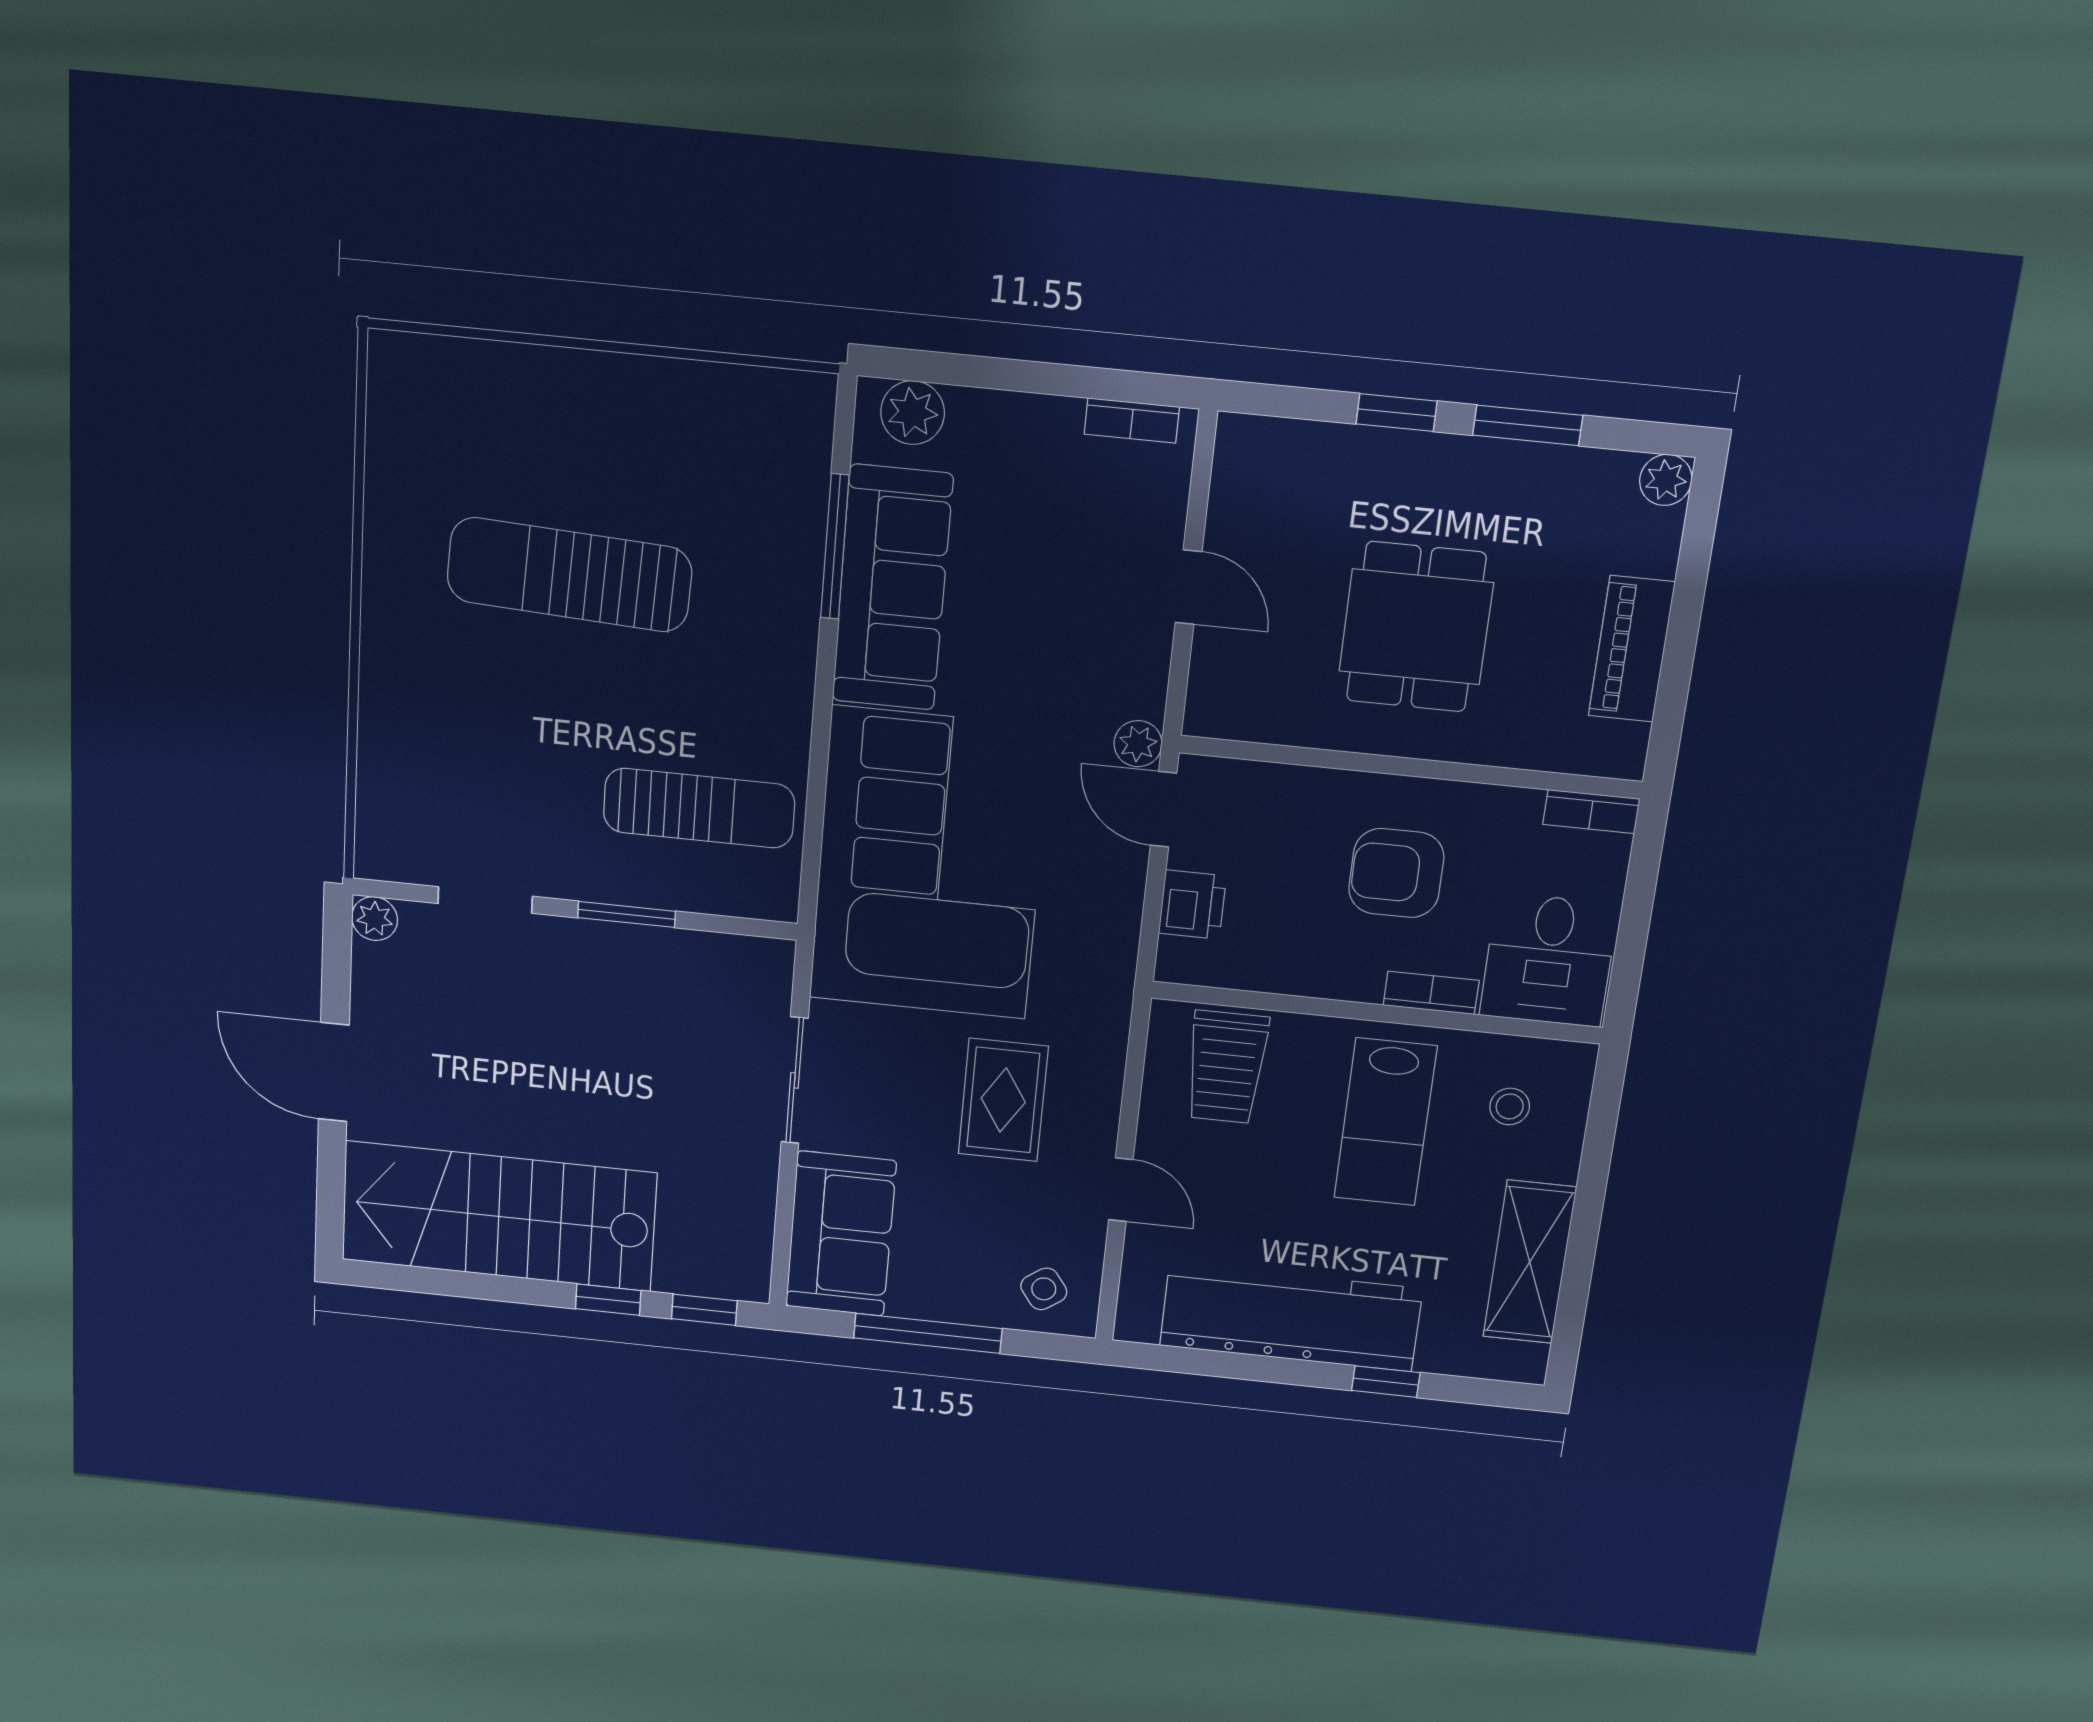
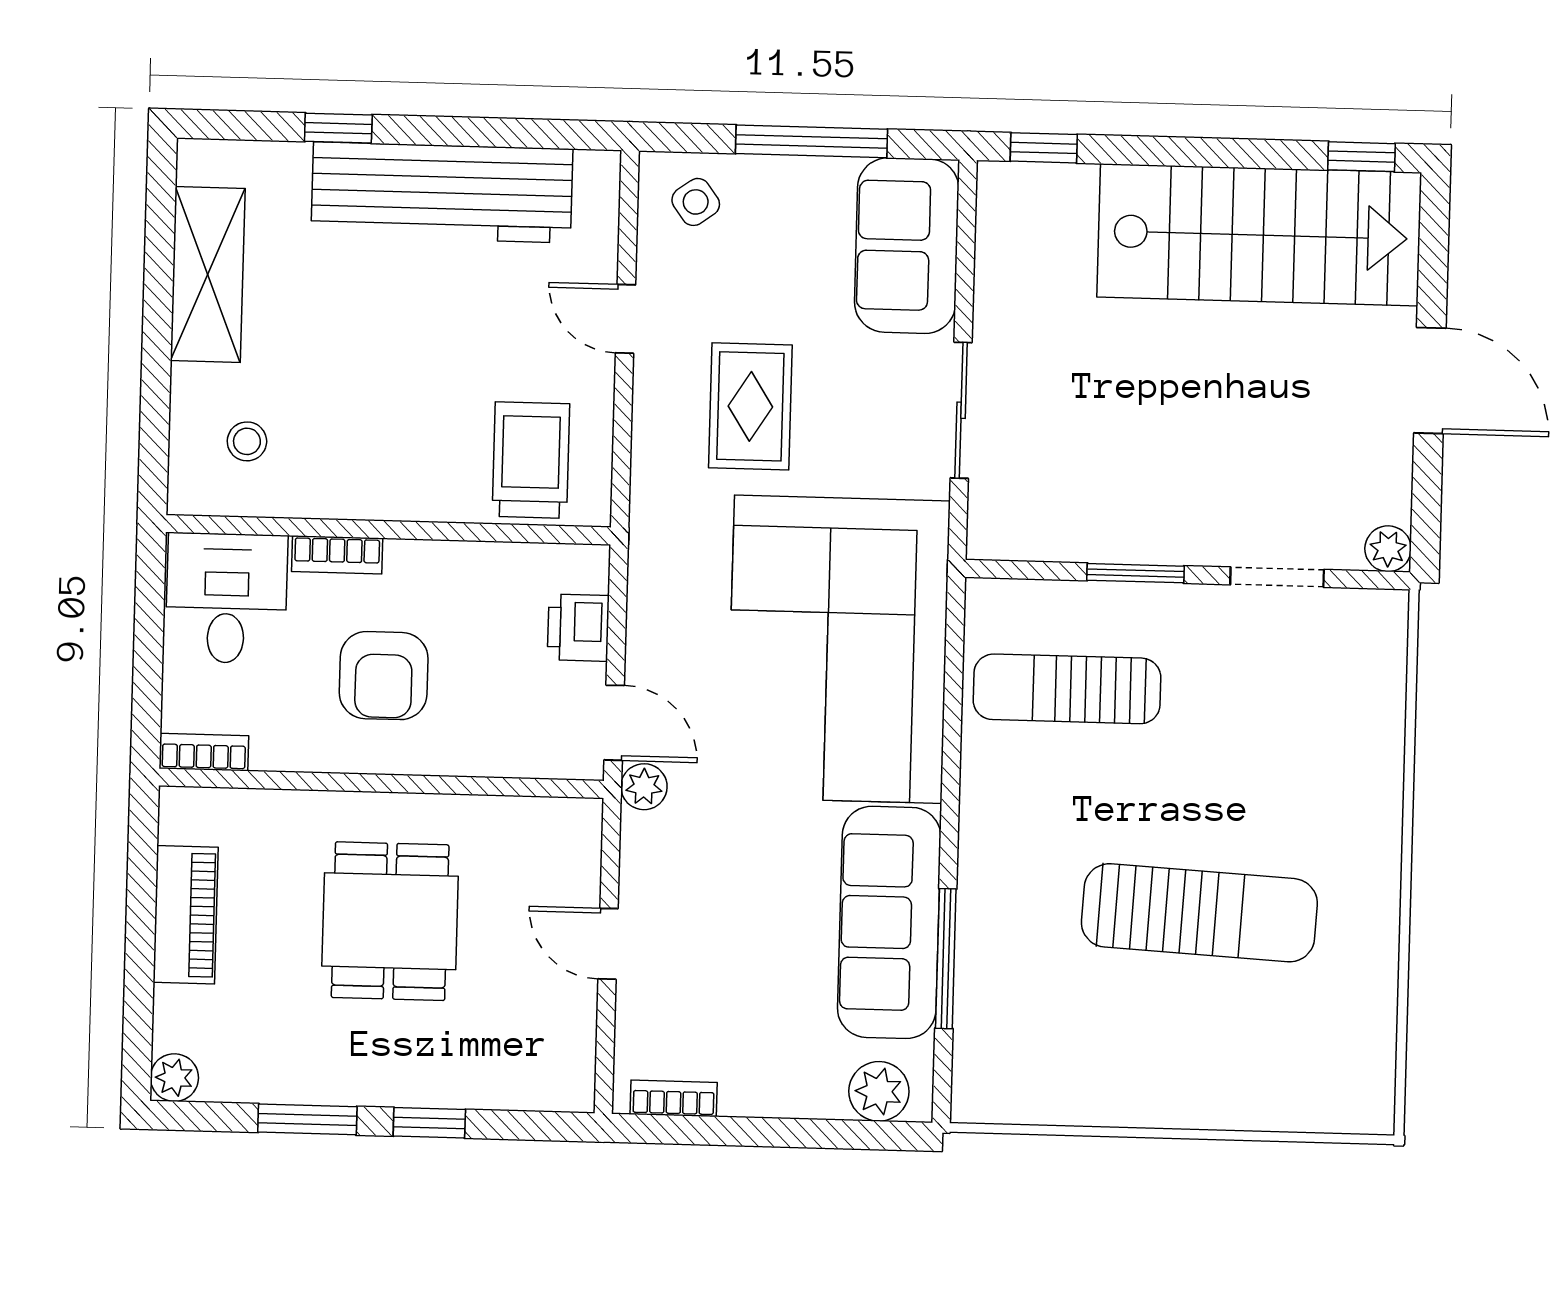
armchair: (1396, 873) -> (384, 676), turned 90
lab bench: (1385, 1122) -> (368, 414), removed
window: (608, 1300) -> (1362, 157), moved

